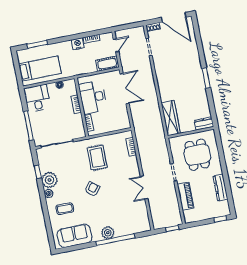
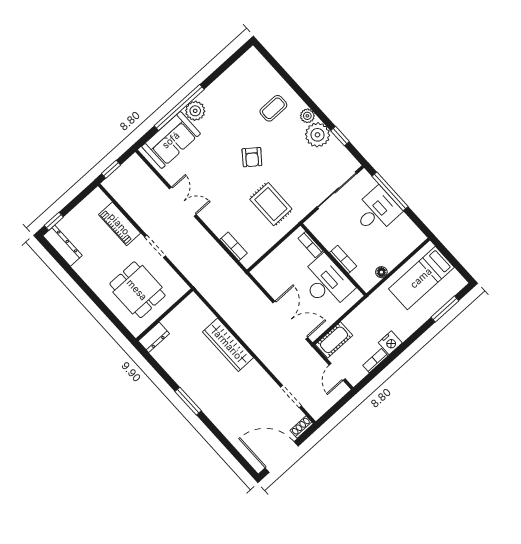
double door: (124, 89) -> (290, 320), swing flipped
desk: (37, 98) -> (377, 211), moved, turned -90
wardrobe: (171, 118) -> (228, 345), moved
dresser: (220, 188) -> (63, 246), moved
sofa: (74, 236) -> (171, 140), moved

